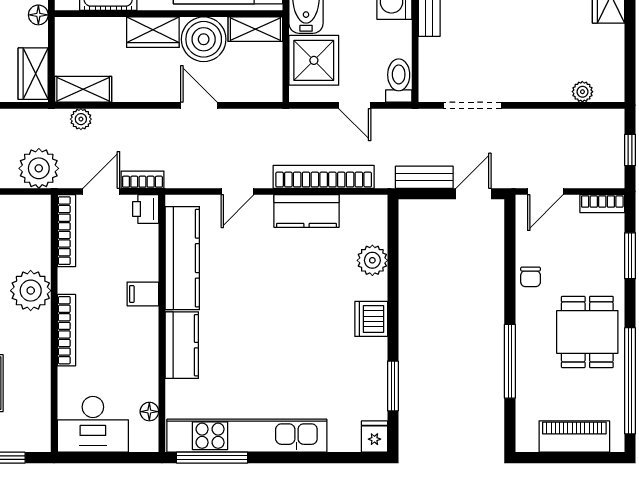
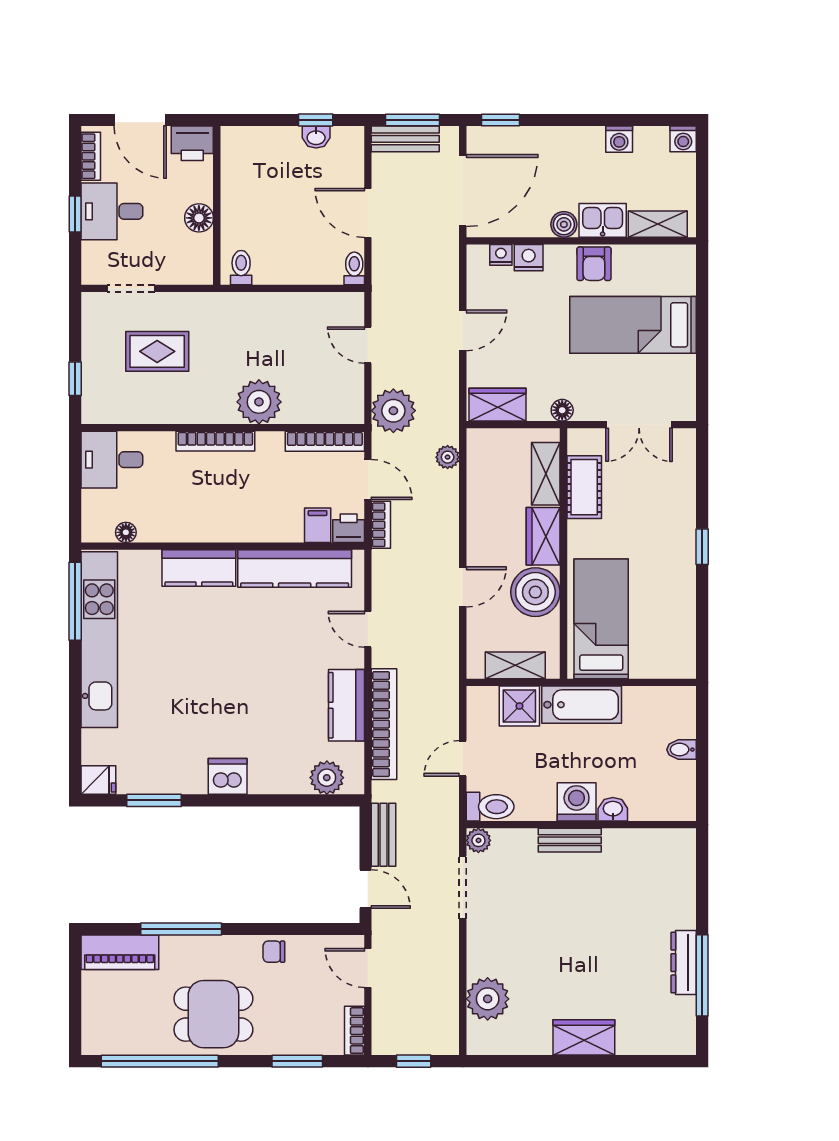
shelving: (255, 29) -> (515, 665), moved, turned 90
shower: (314, 60) -> (519, 706), width x0.73, depth x0.73
shelving: (83, 89) -> (546, 474), moved
plant: (429, 91) -> (478, 840), added
plant: (582, 92) -> (488, 999), width x1.88, depth x1.88
plant: (372, 260) -> (327, 778), moved
filing cabinet: (143, 294) -> (318, 525), moved
desk: (93, 424) -> (112, 460), width x0.73
piano: (574, 436) -> (120, 952), moved, turned 90

